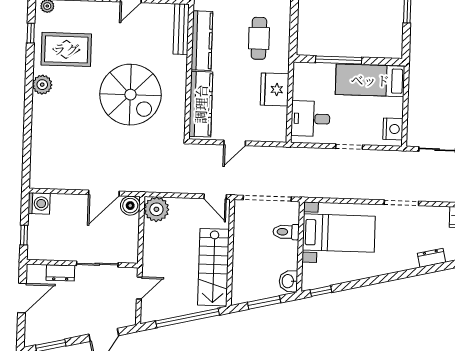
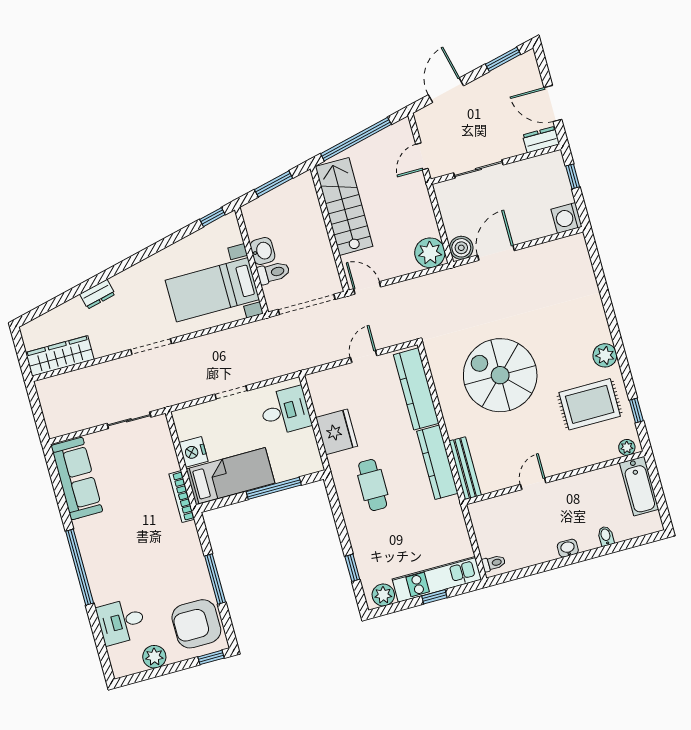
bookcase: (414, 76) -> (182, 497), added
nightstand: (393, 129) -> (193, 452), moved
dresser: (60, 273) -> (541, 140), moved
washbasin: (288, 281) -> (263, 251), moved
door: (22, 298) -> (553, 104), hinge flipped

